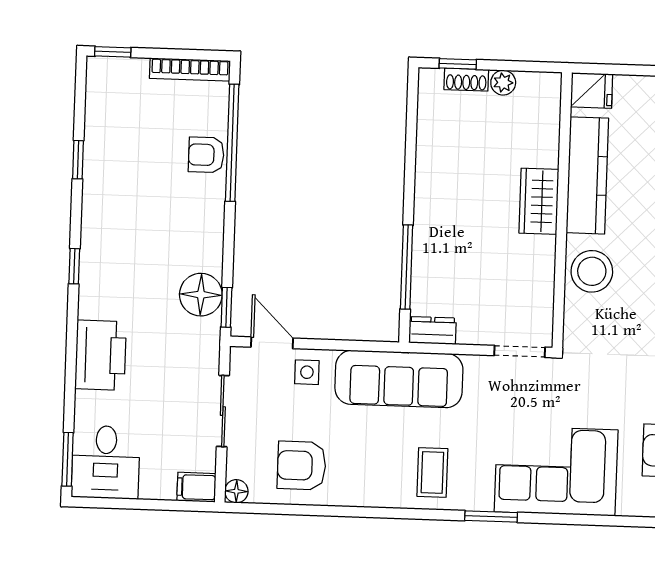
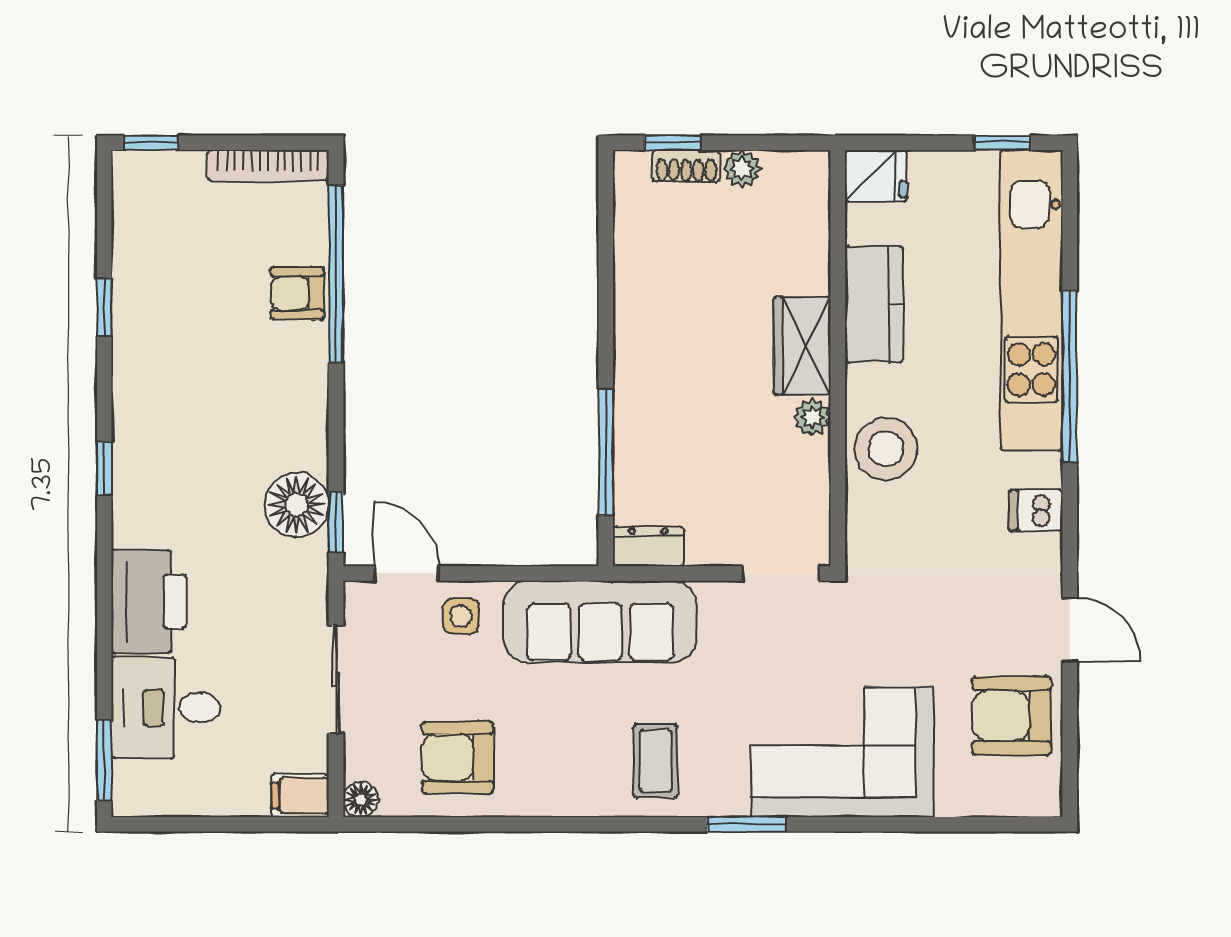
kitchen counter: (587, 175) -> (874, 304), width x0.67
plant: (544, 249) -> (812, 417), added
desk: (106, 462) -> (166, 708), moved, turned 90

